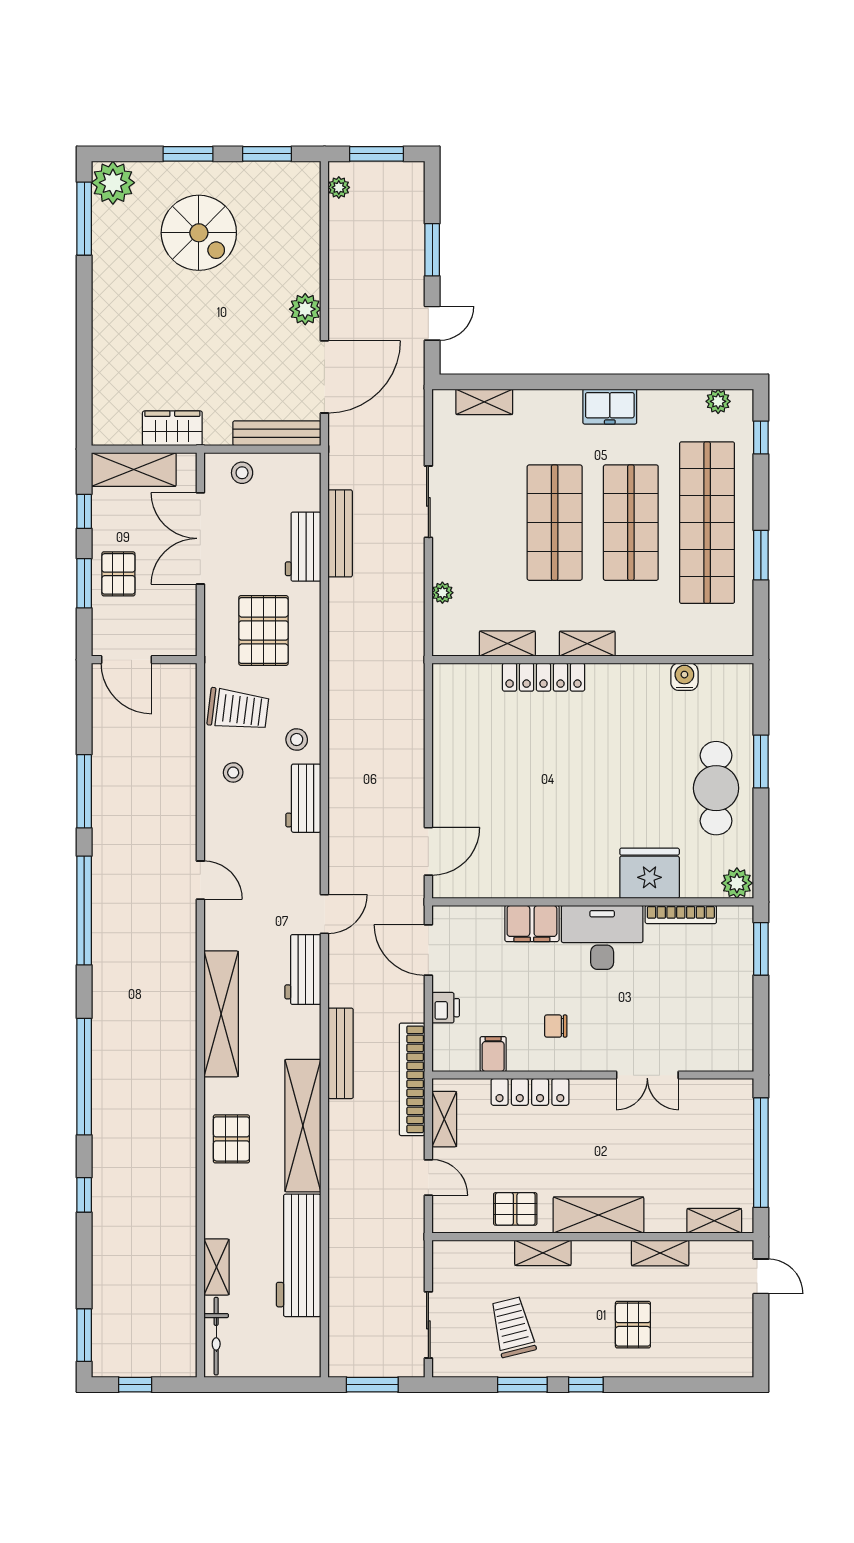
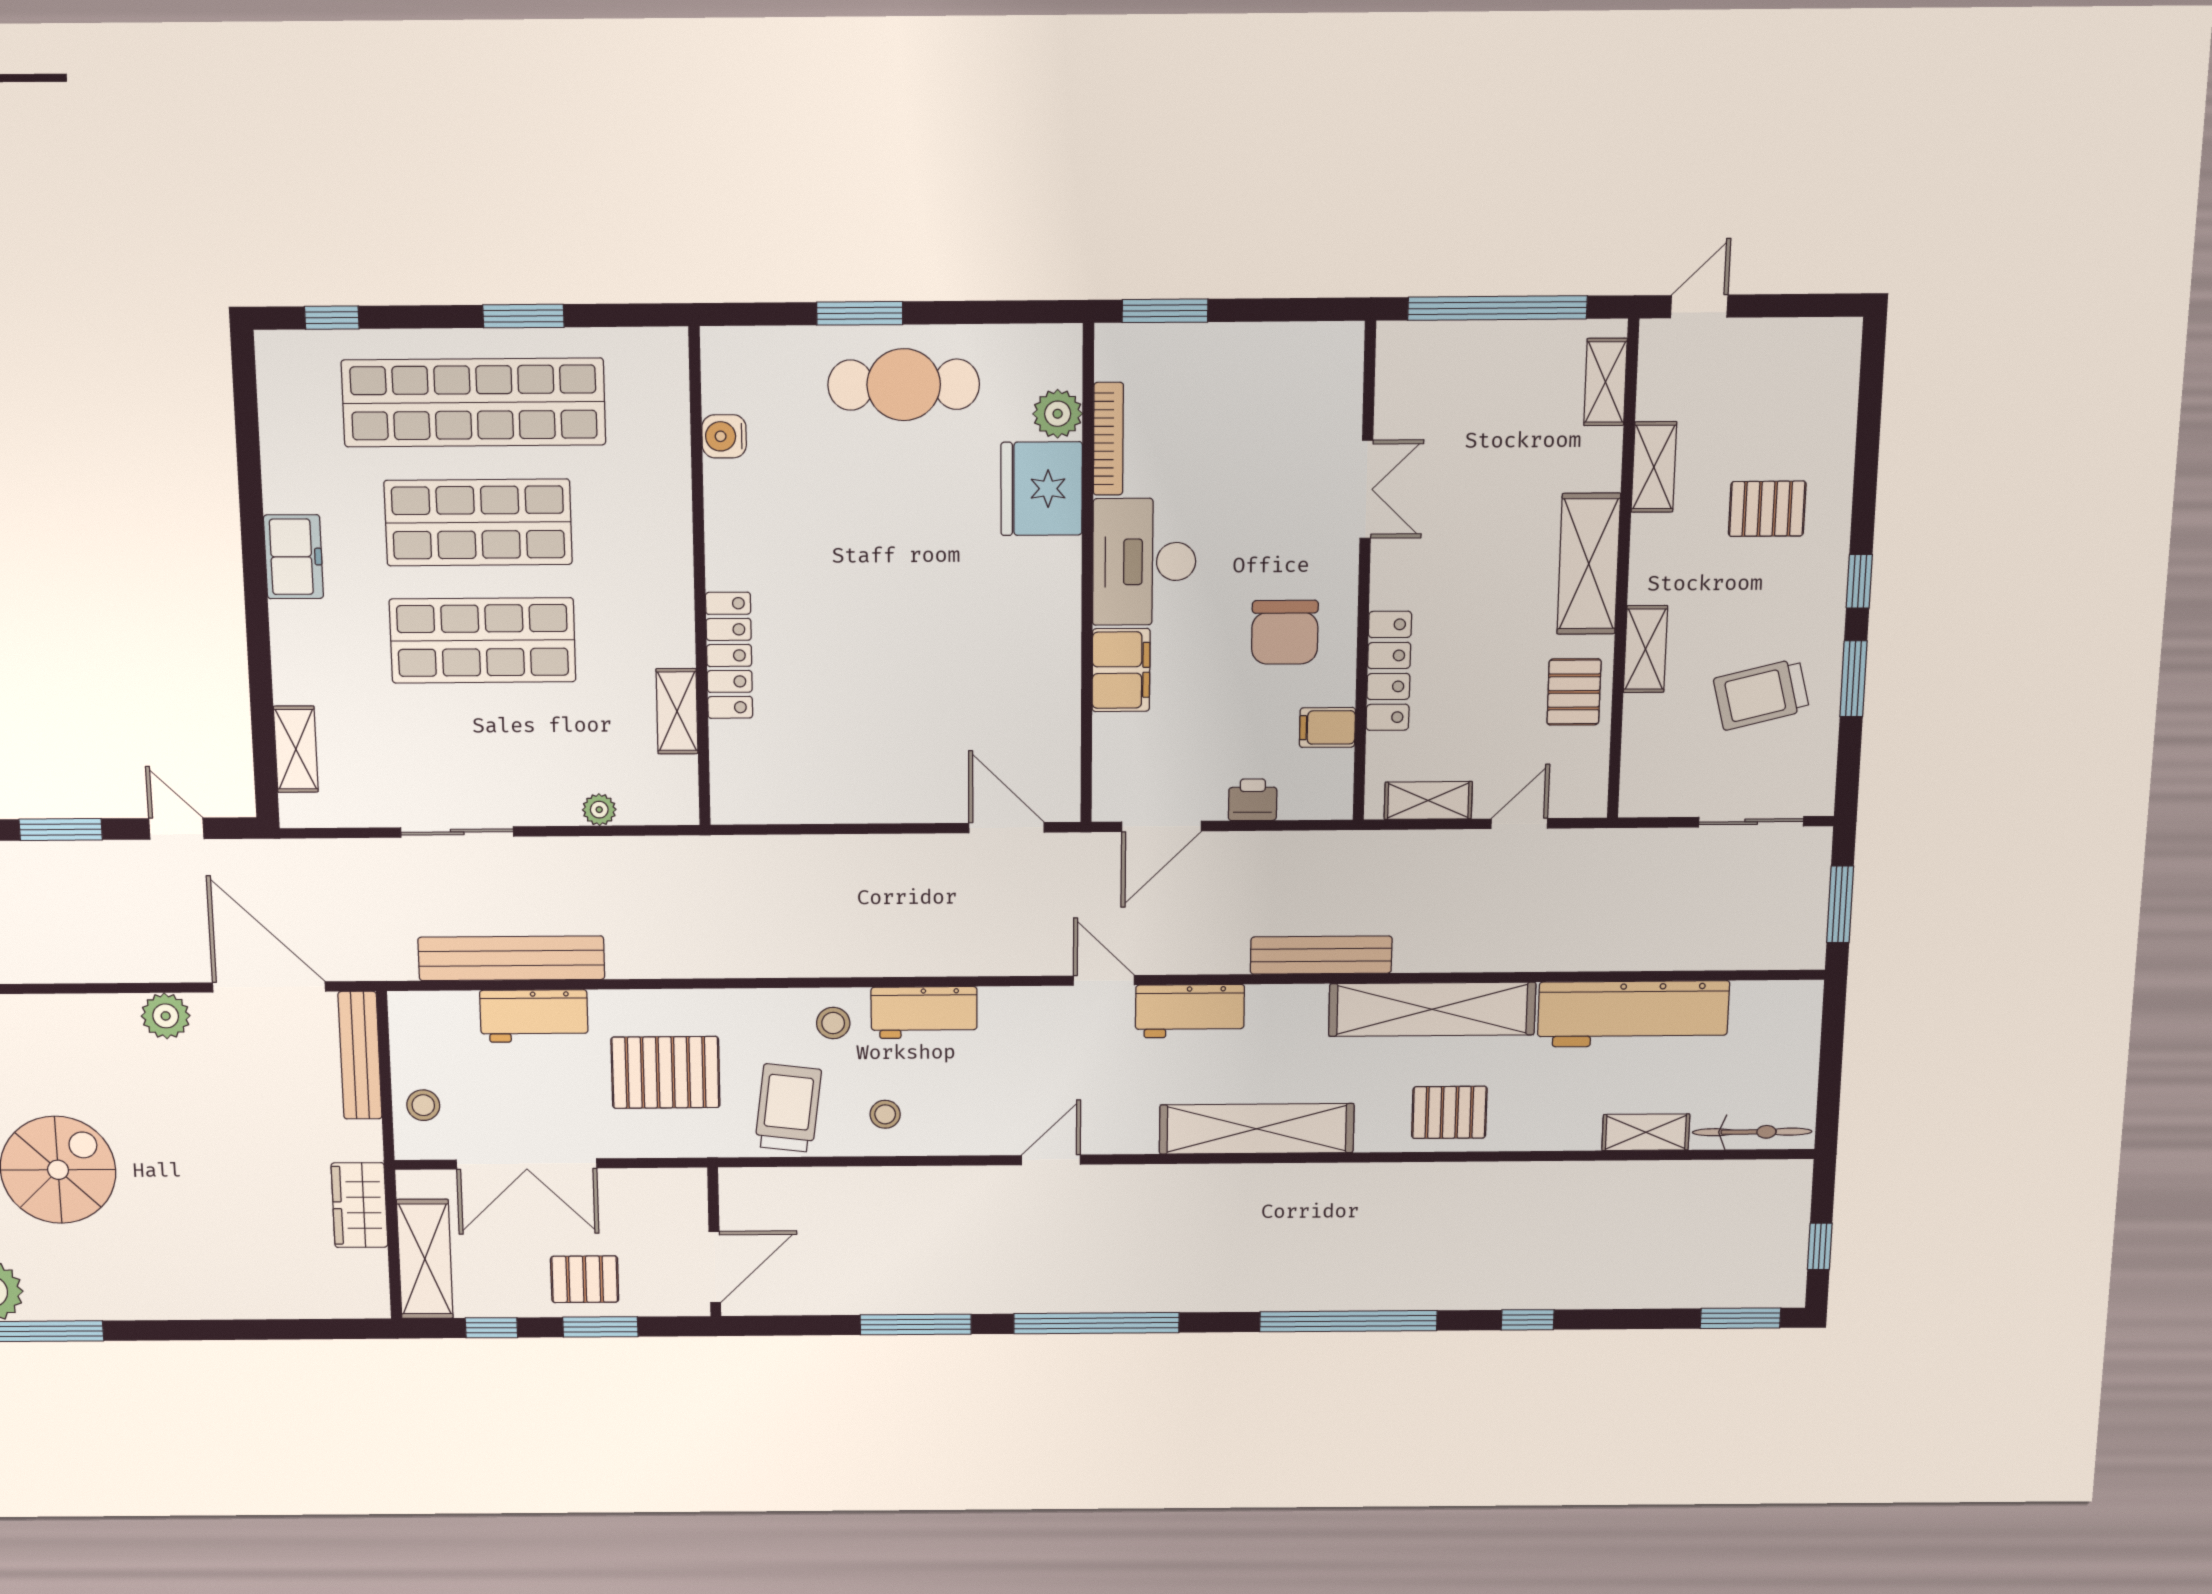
plant: (718, 401) -> (276, 387), removed
bench: (340, 533) -> (511, 958), width x1.37, depth x1.21
shelving: (587, 644) -> (674, 589), removed
plant: (737, 883) -> (1058, 414), moved
chair: (556, 1026) -> (1285, 632), width x1.87, depth x1.87
bookcase: (412, 1079) -> (1364, 849), removed

